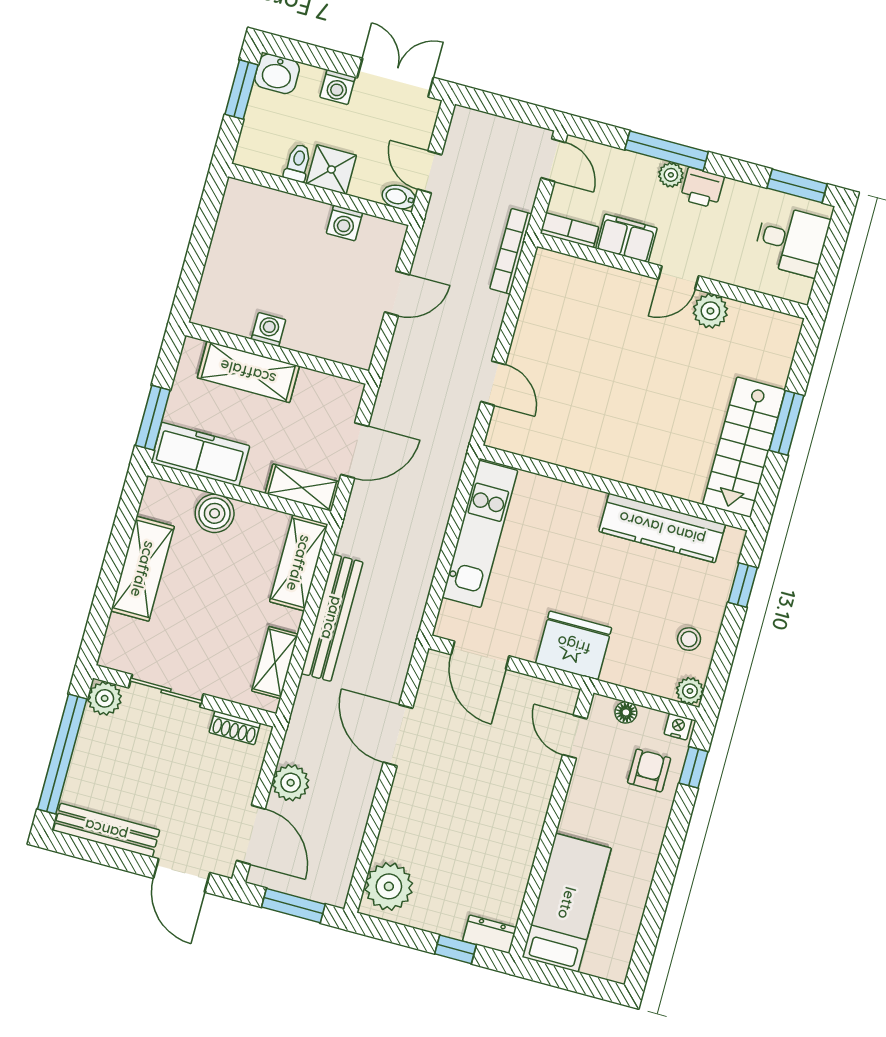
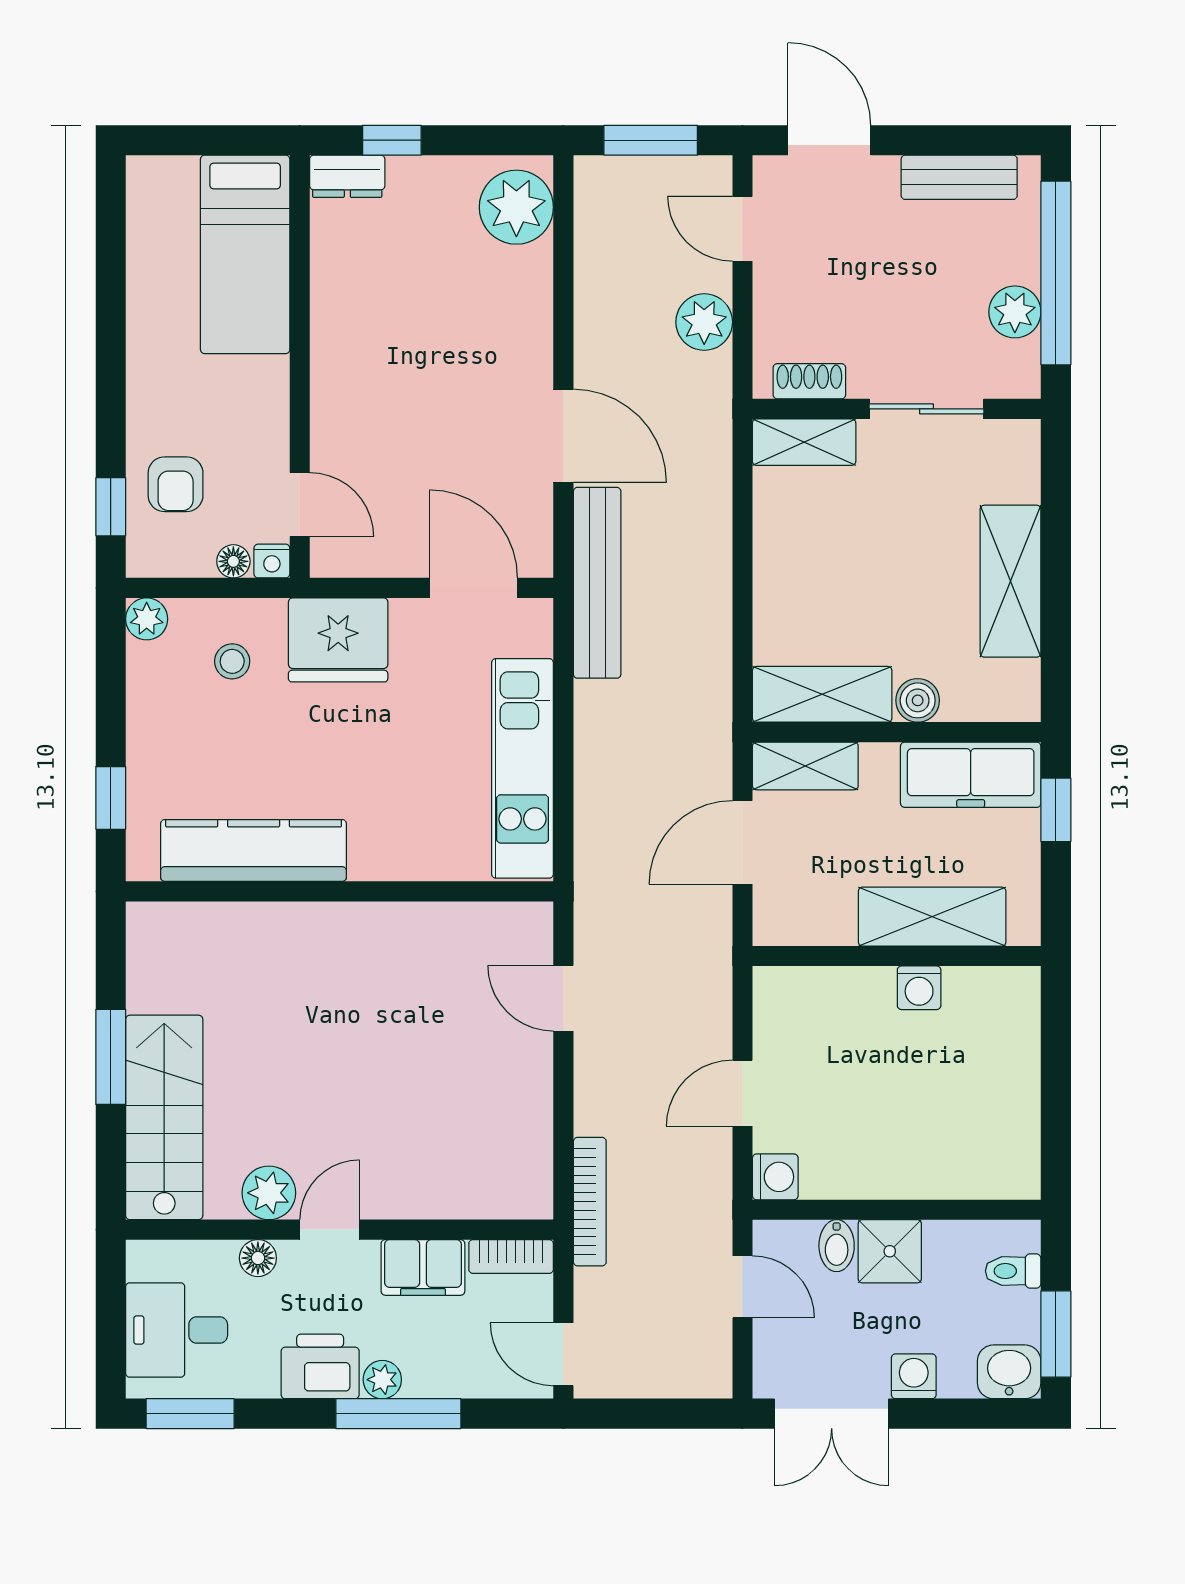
toilet: (298, 163) -> (1013, 1271), moved, turned 90
printer: (702, 188) -> (320, 1366), width x1.36, depth x1.24
bidet: (399, 197) -> (837, 1246), moved, turned 90
washing machine: (344, 223) -> (775, 1177), moved, turned 90
floor lamp: (728, 272) -> (258, 1258), added
window: (153, 418) -> (1056, 810), width x0.67
stairs: (744, 447) -> (164, 1117), moved
boiler: (215, 513) -> (918, 700), width x0.73, depth x0.73
shelving: (299, 563) -> (822, 694), moved, turned 90
bench: (332, 618) -> (597, 583), moved
stool: (689, 639) -> (232, 661), moved
shelving: (275, 663) -> (804, 442), moved, turned 90
plant: (105, 698) -> (1015, 312), moved
nightstand: (678, 727) -> (272, 561), moved
bench: (106, 830) -> (959, 177), width x0.73
door: (251, 835) -> (742, 229), width x0.73

